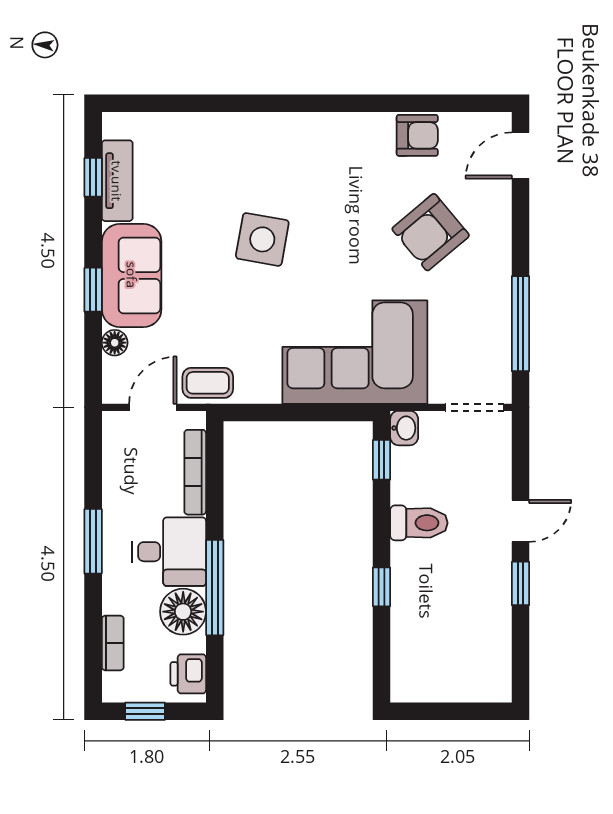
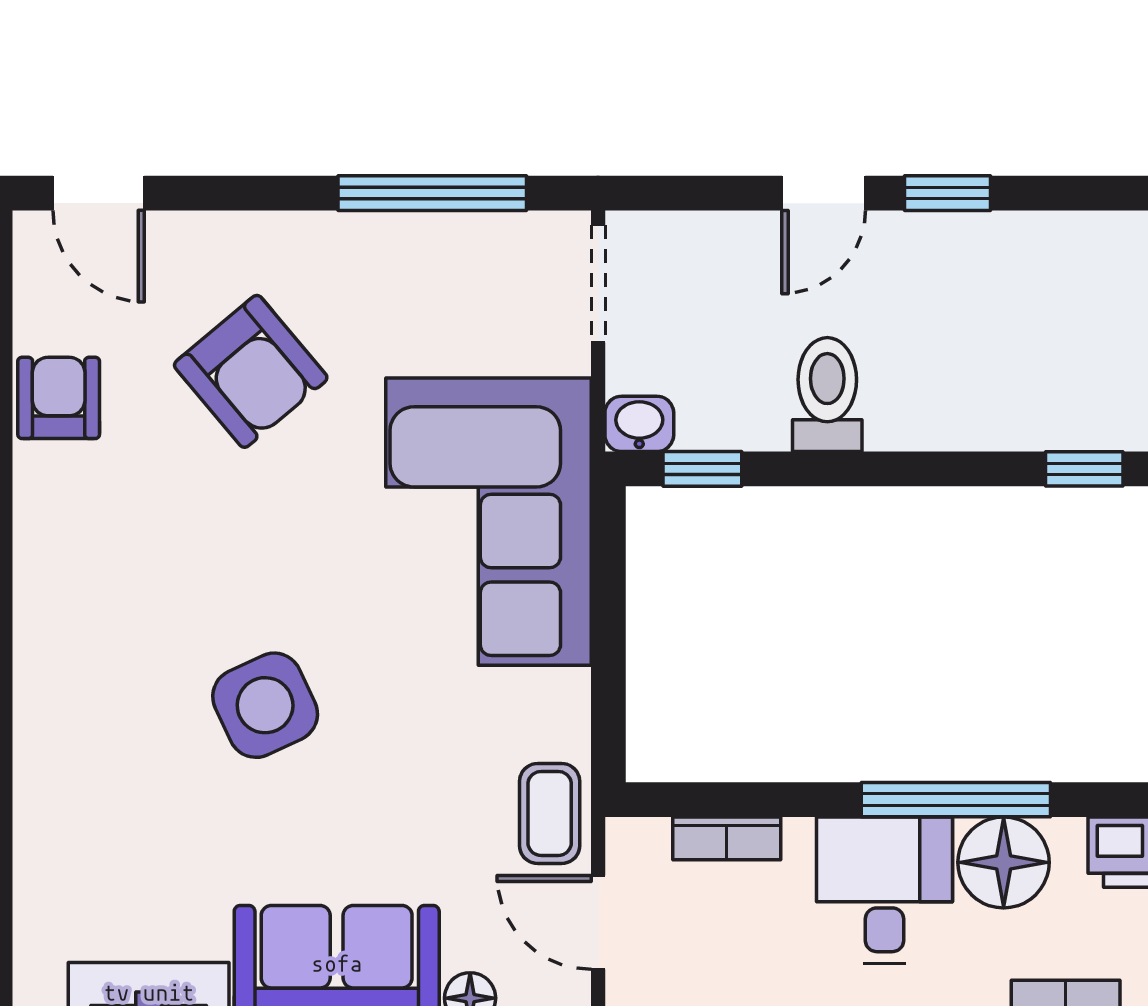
side table: (262, 239) -> (265, 705), turned -35
bookcase: (195, 472) -> (727, 838), width x0.64
door: (520, 521) -> (824, 193), swing flipped
window: (381, 587) -> (1084, 469), moved

